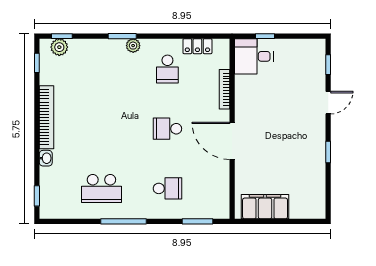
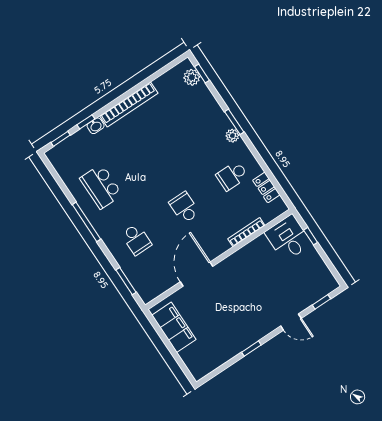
window: (37, 63) -> (86, 122), moved
door: (232, 141) -> (197, 274), moved

